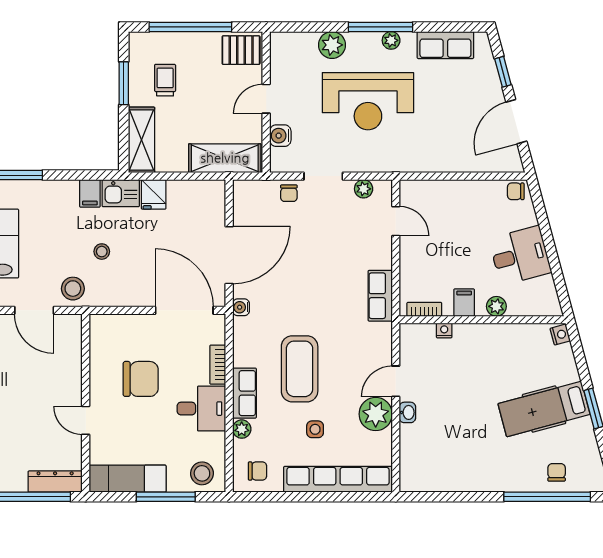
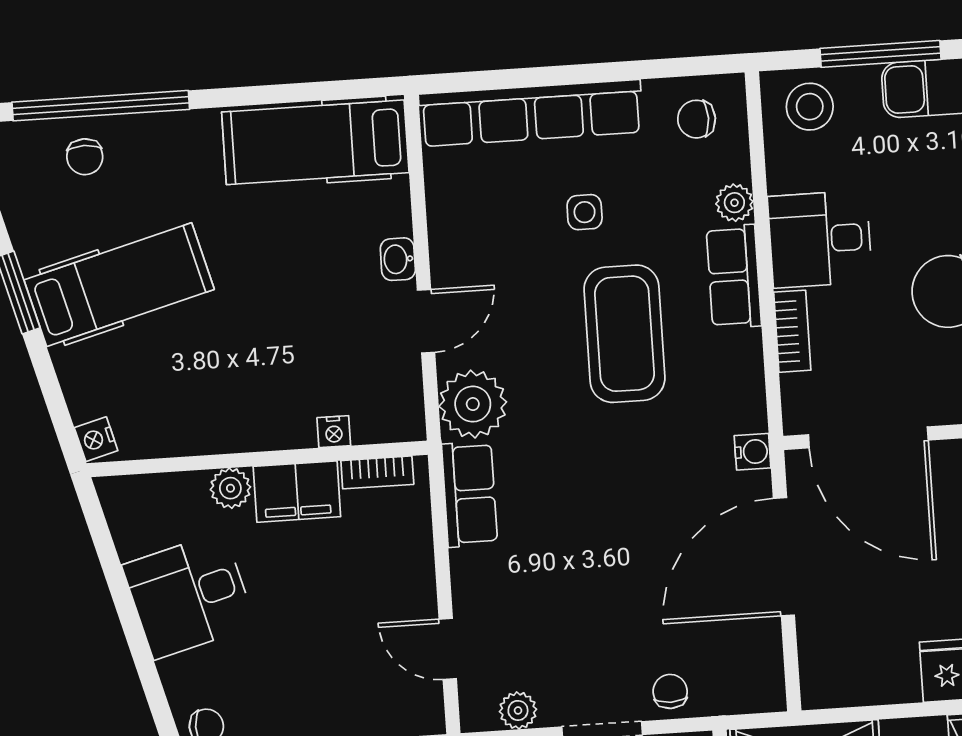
filing cabinet: (464, 303) -> (297, 492), width x2.00
plant: (376, 414) -> (473, 404), moved
hospital bed: (444, 472) -> (315, 142), added

